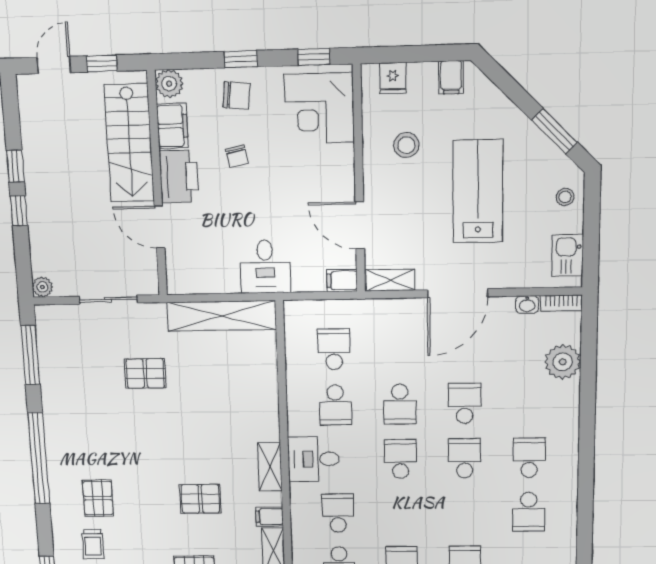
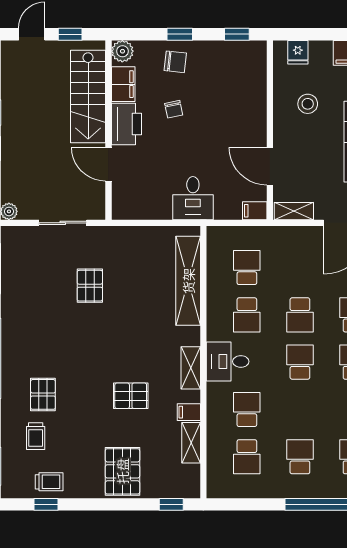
corner desk: (319, 108) -> (240, 74), removed
shelving: (222, 316) -> (188, 281), moved, turned 90
pallet: (145, 373) -> (90, 286), turned 90

